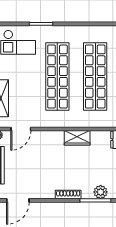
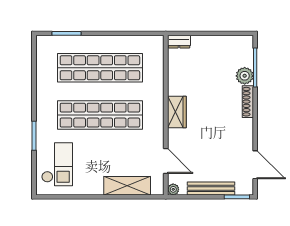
wardrobe: (77, 138) -> (177, 112), moved
plant: (101, 192) -> (245, 76), moved

